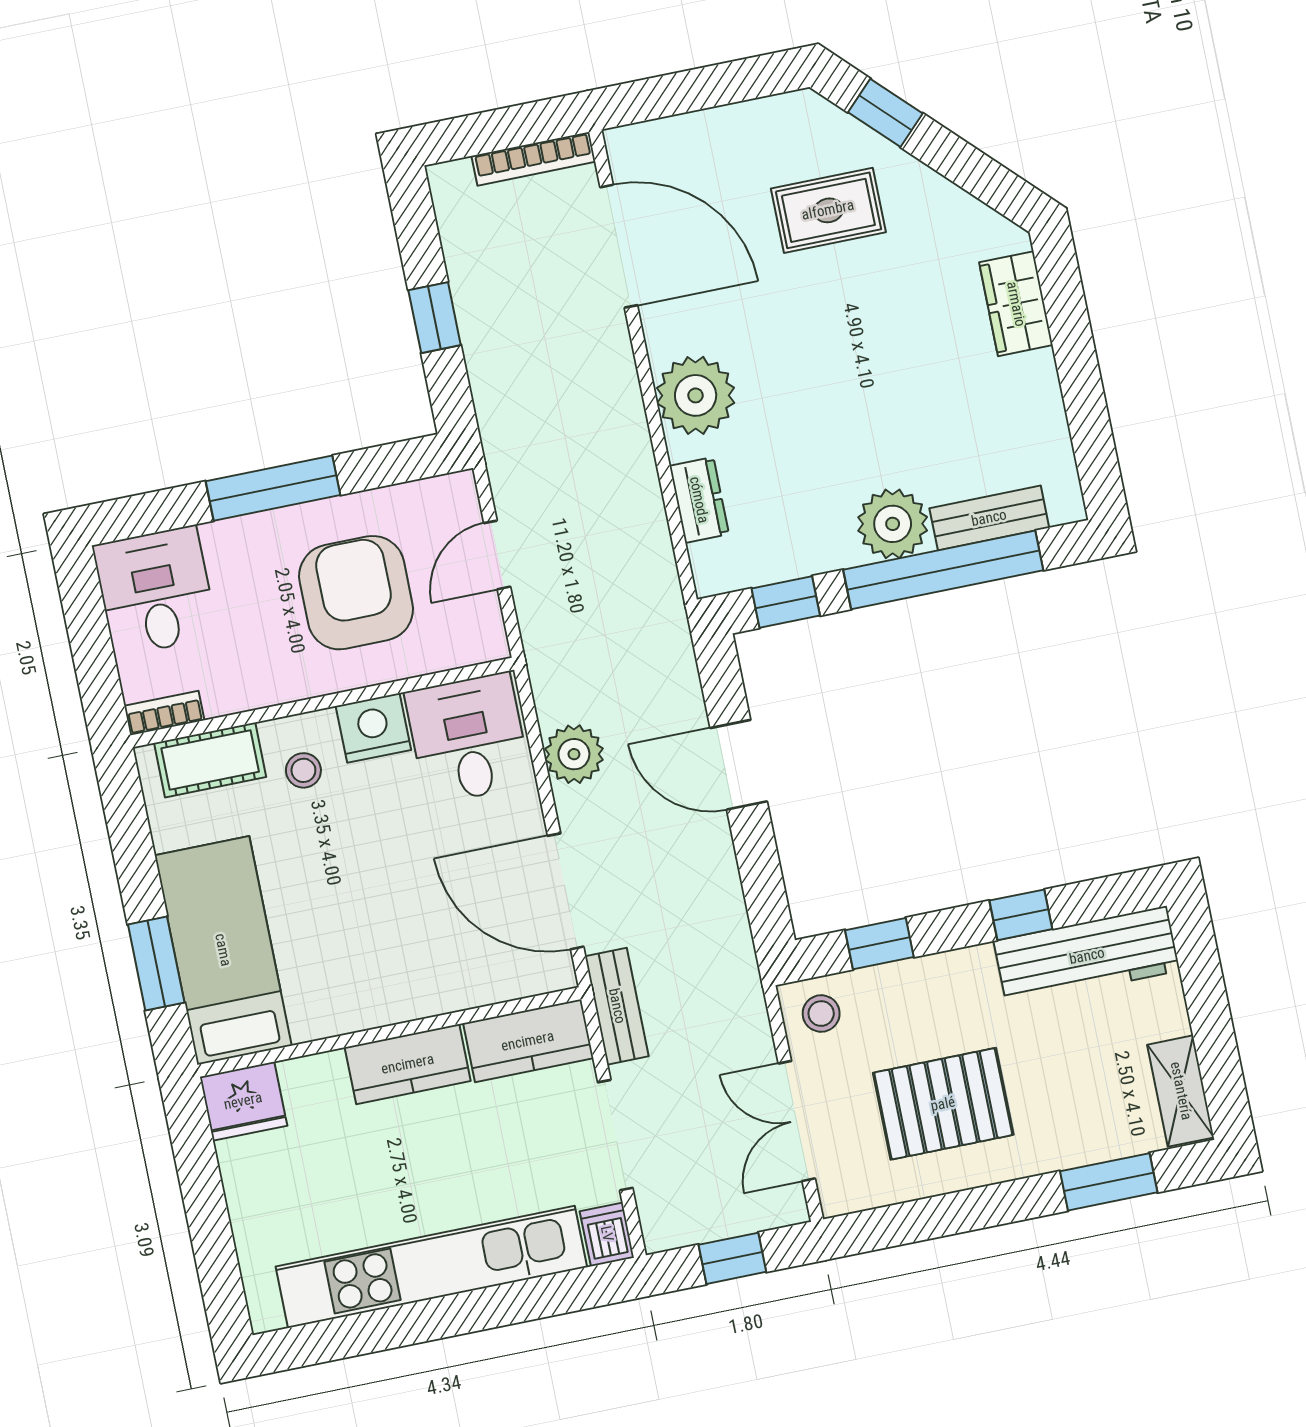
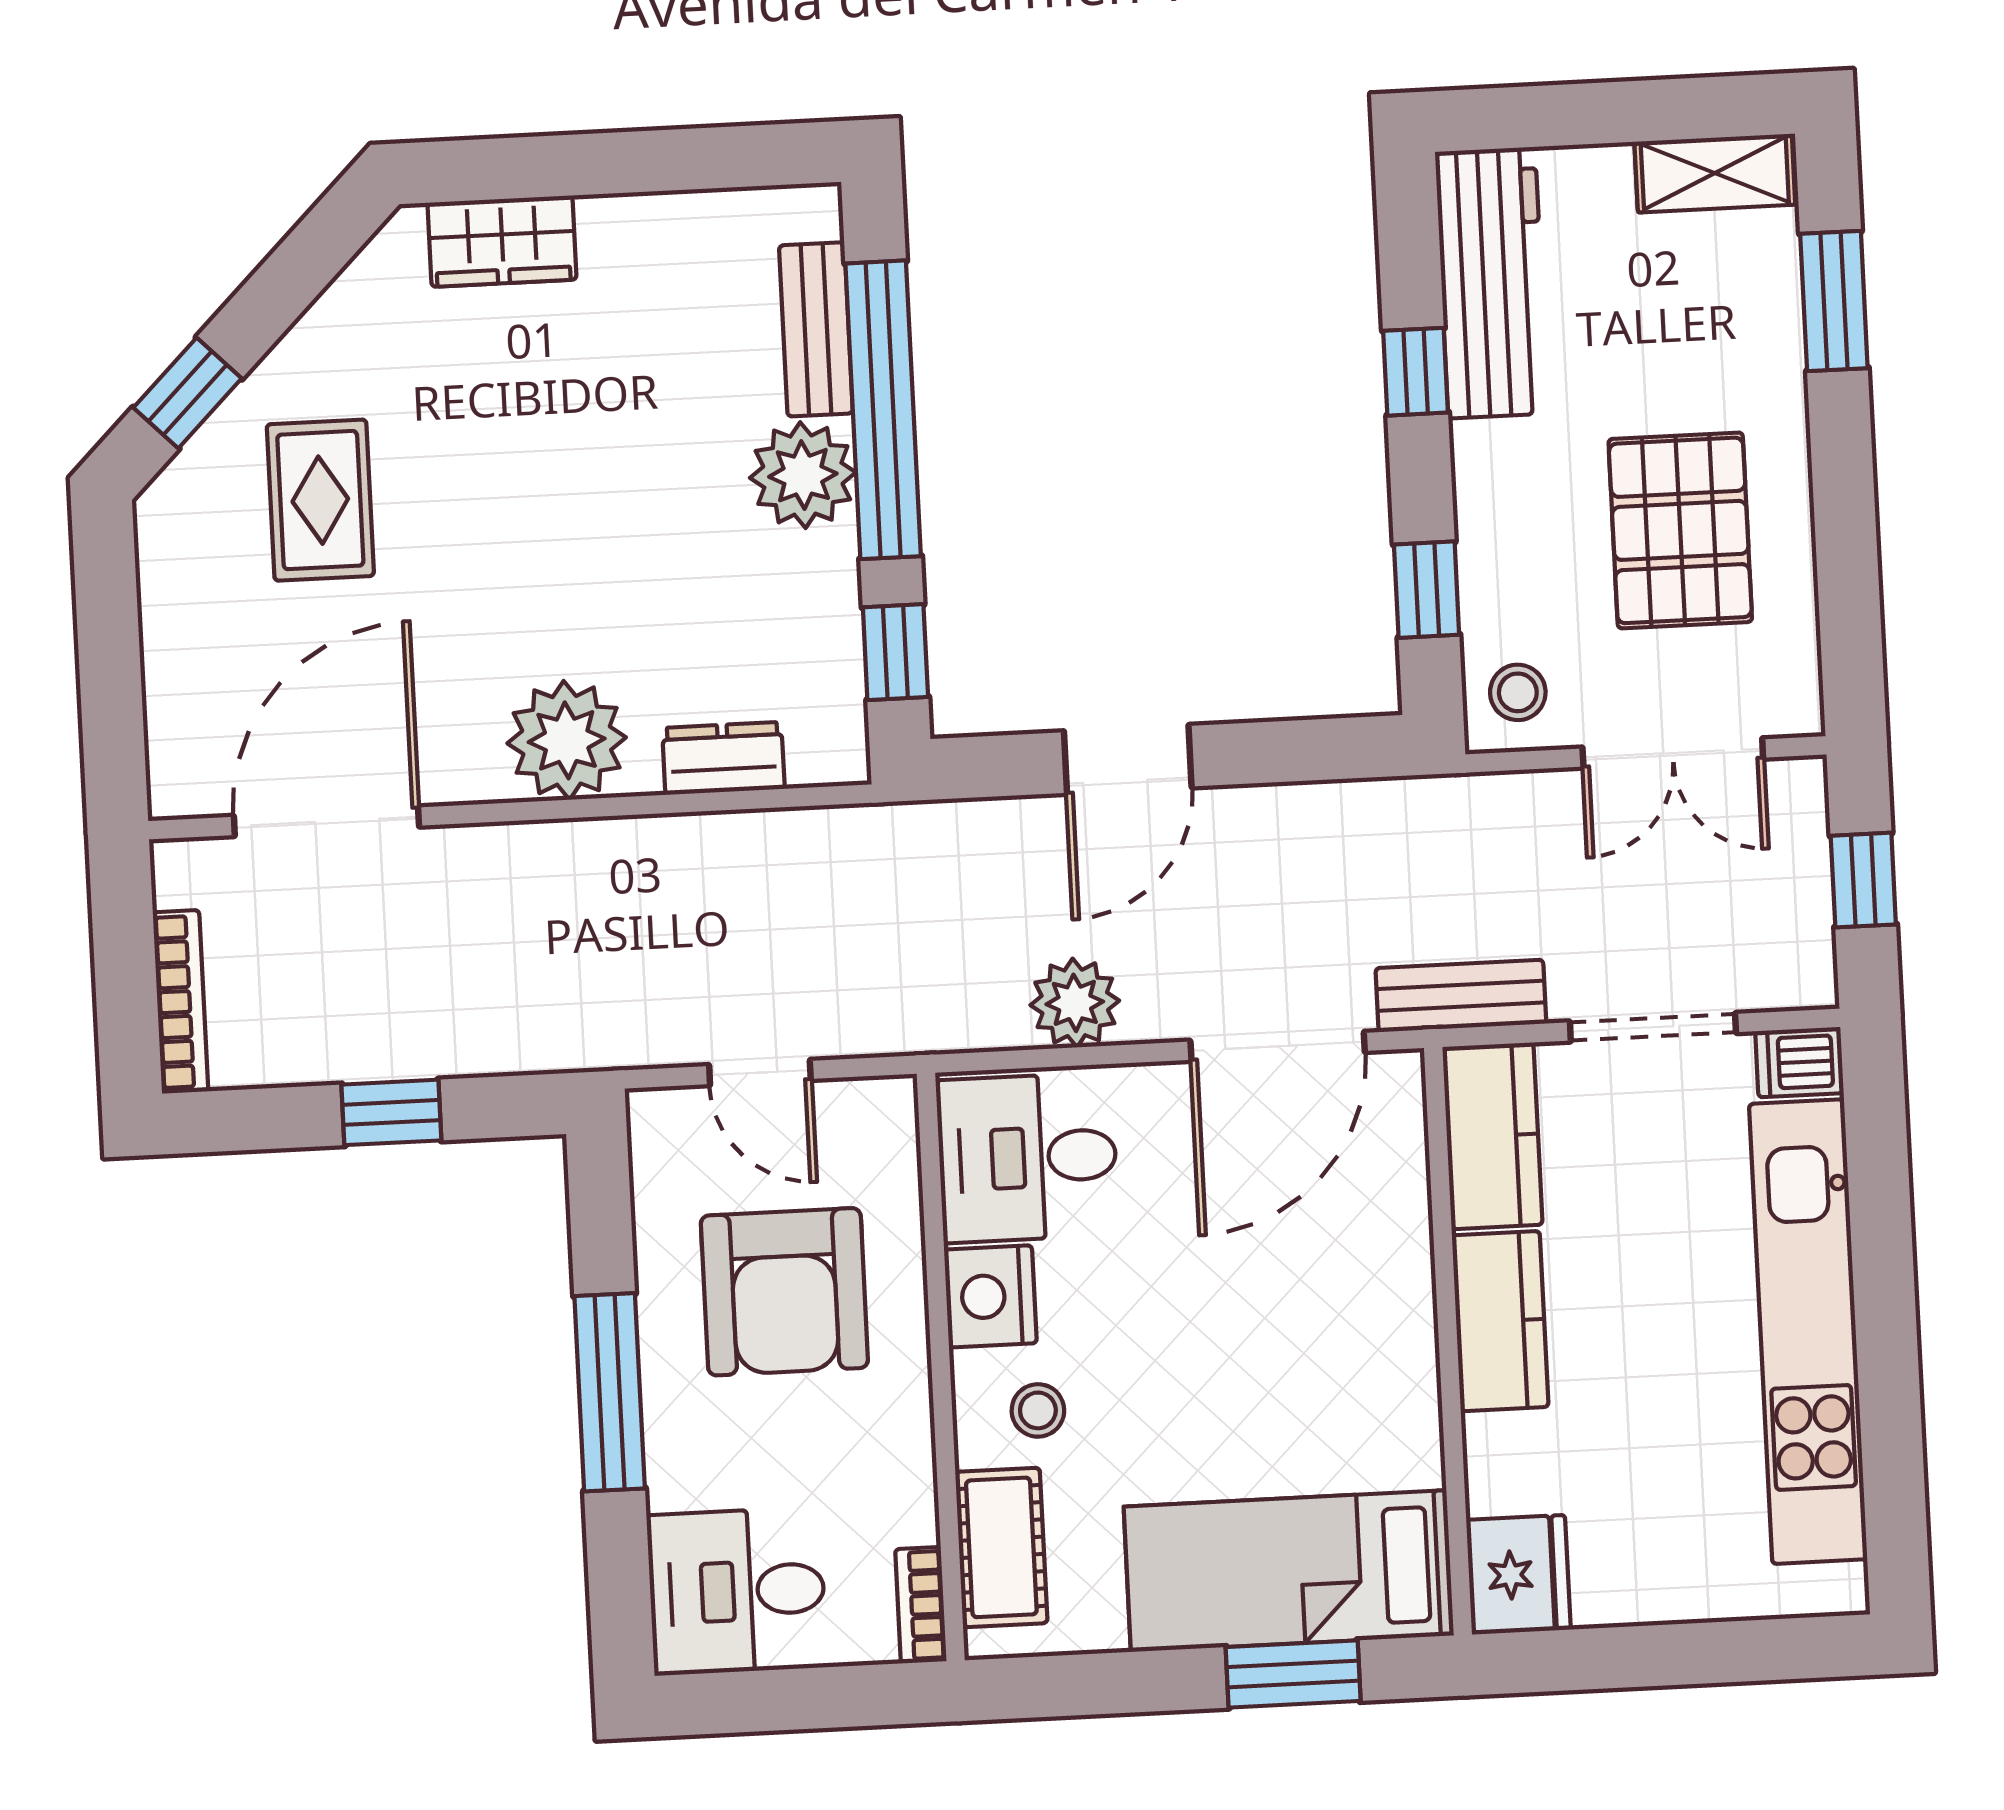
bookcase: (533, 159) -> (180, 1002), moved
armchair: (356, 593) -> (784, 1292), turned -90

